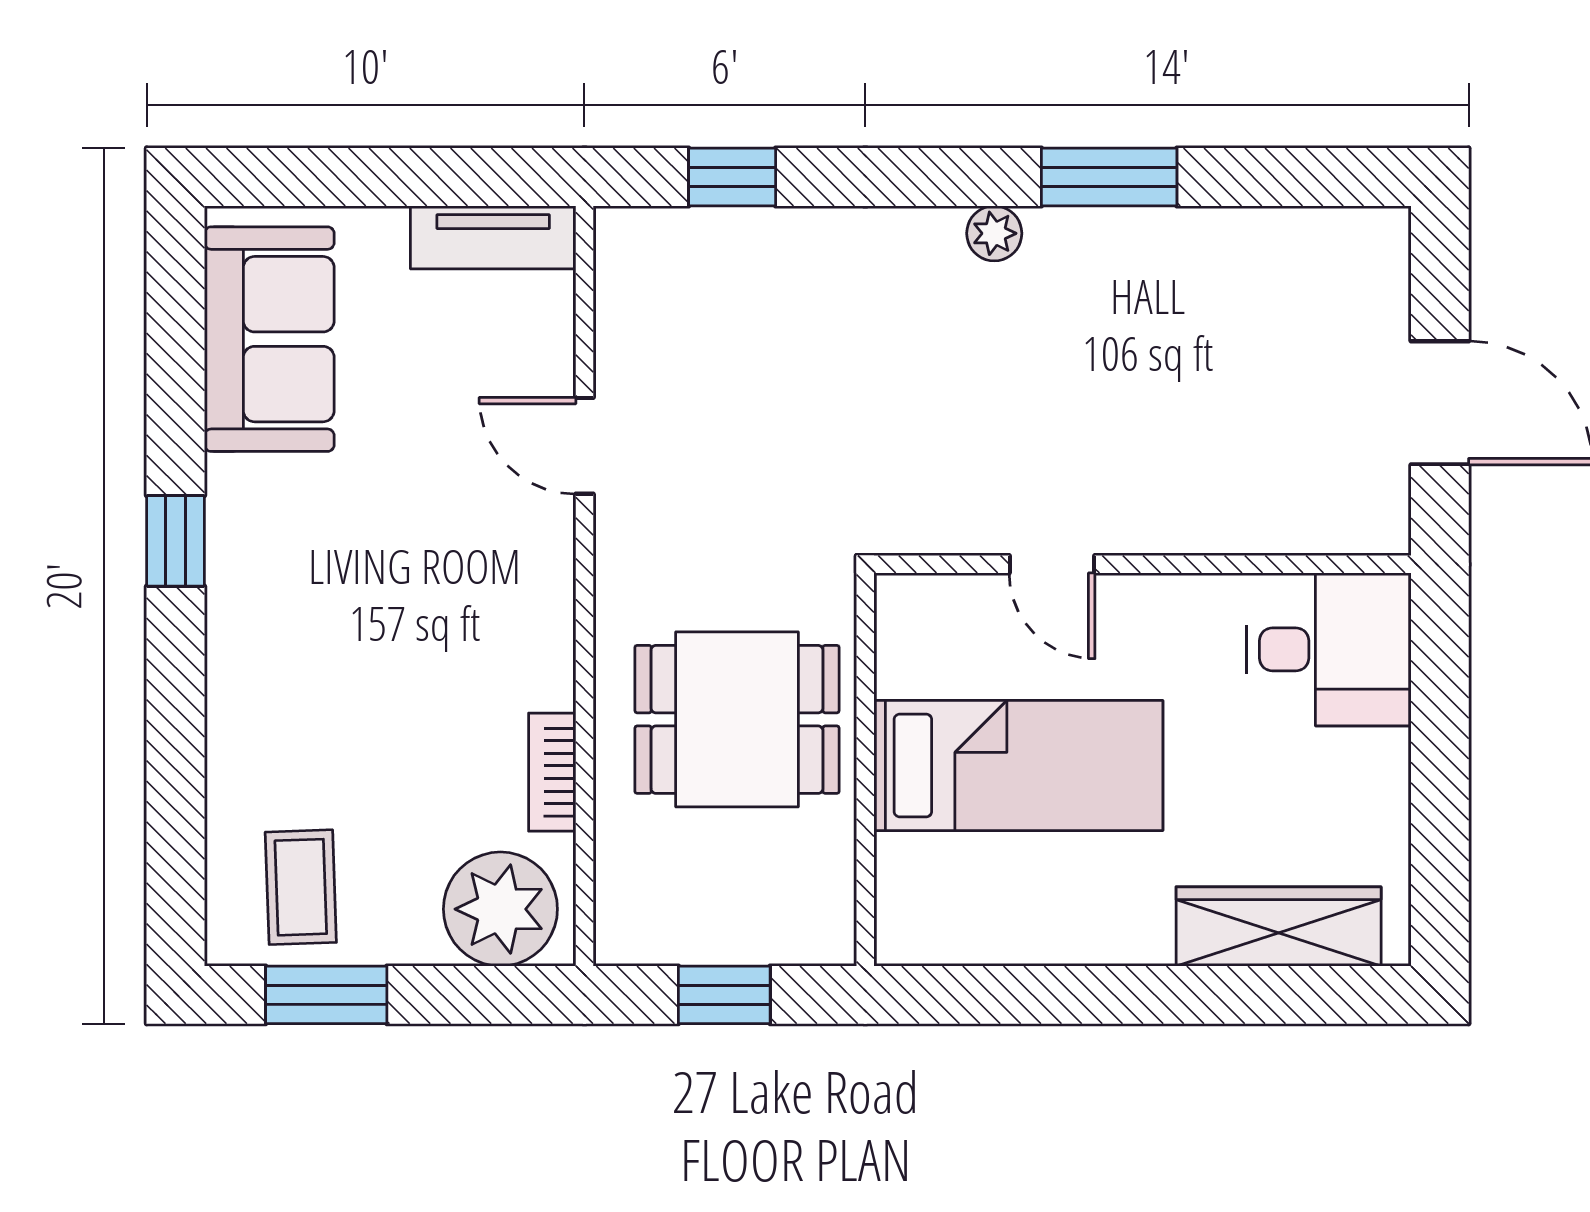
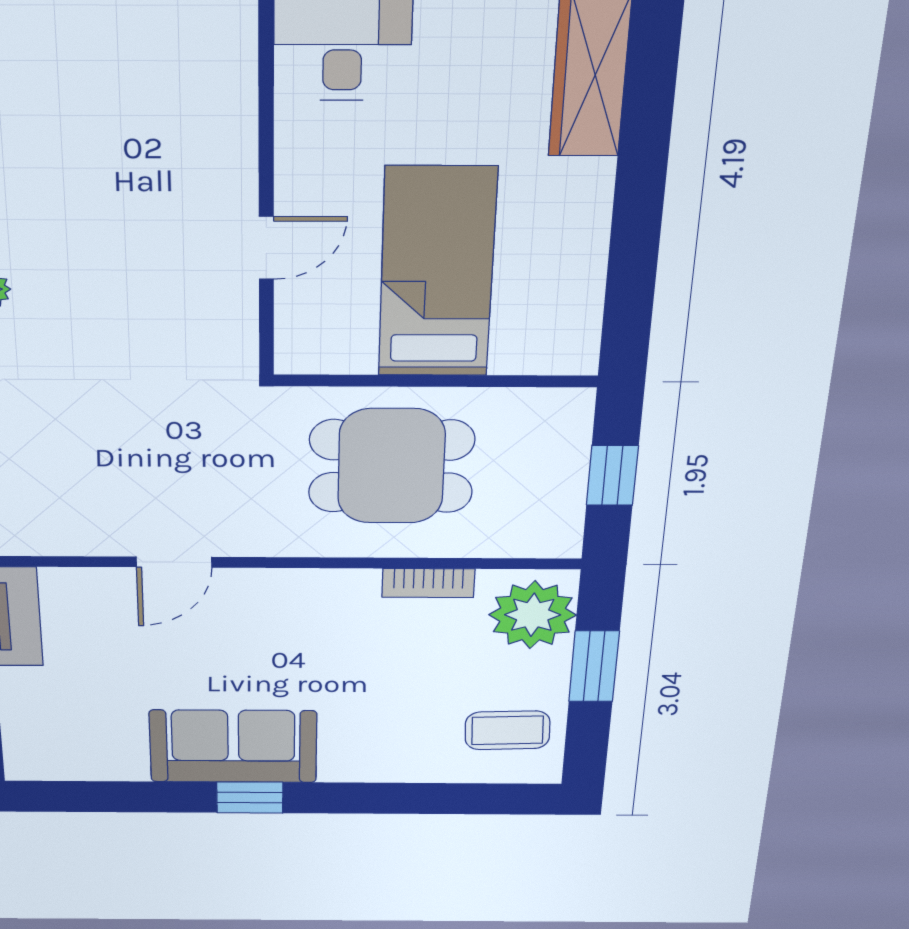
sofa: (269, 339) -> (233, 746), moved
dining table: (737, 719) -> (391, 466), turned 90
window: (326, 995) -> (594, 666), moved

